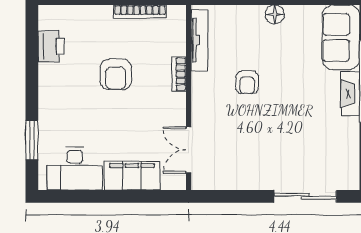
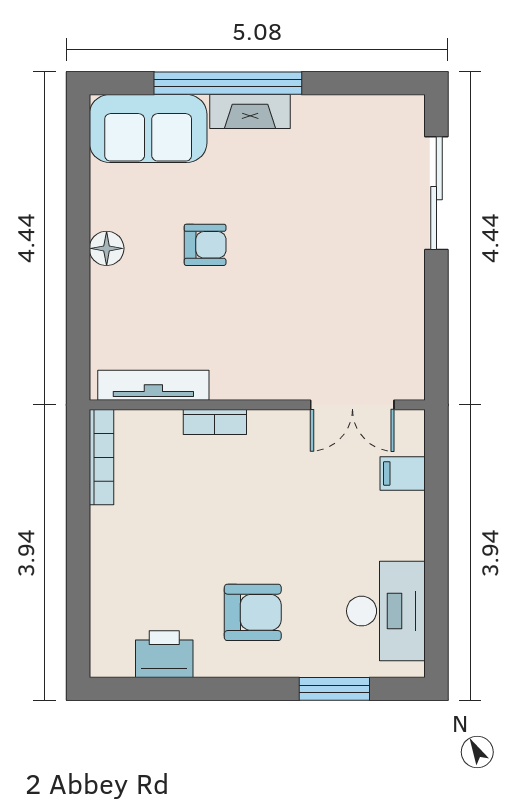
bookcase: (140, 12) -> (101, 457), moved
armchair: (116, 74) -> (253, 612), moved
armchair: (247, 82) -> (205, 245), moved
filing cabinet: (132, 176) -> (403, 473), width x0.33, depth x0.86

